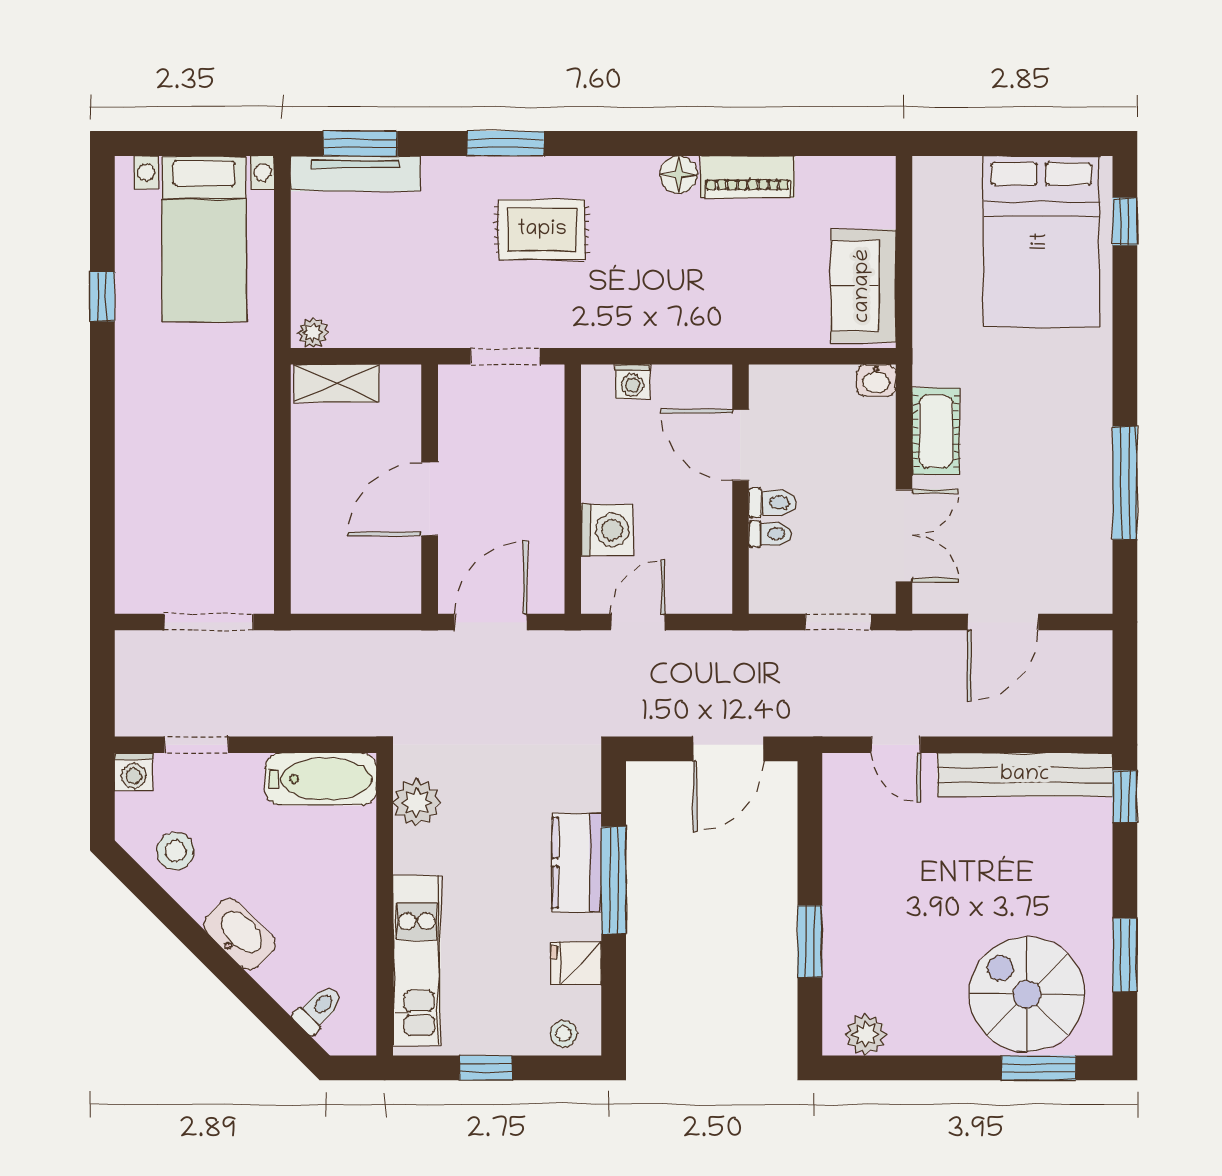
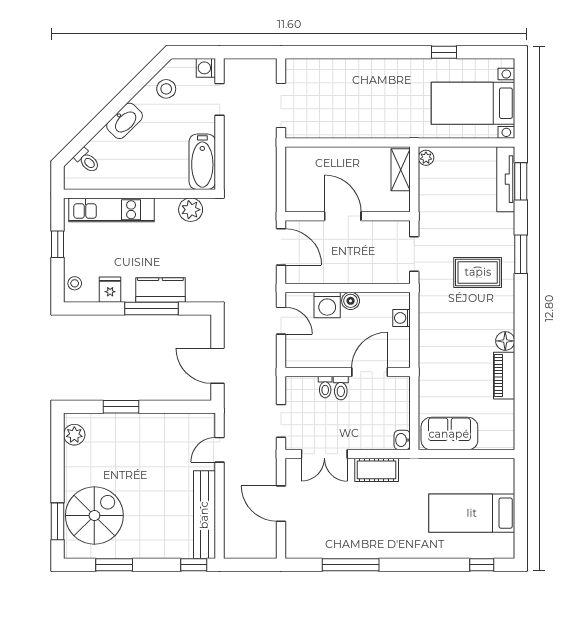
rug: (542, 230) -> (478, 272), turned 90
bed: (1041, 241) -> (472, 513), width x0.67
boiler: (599, 483) -> (351, 301), added

